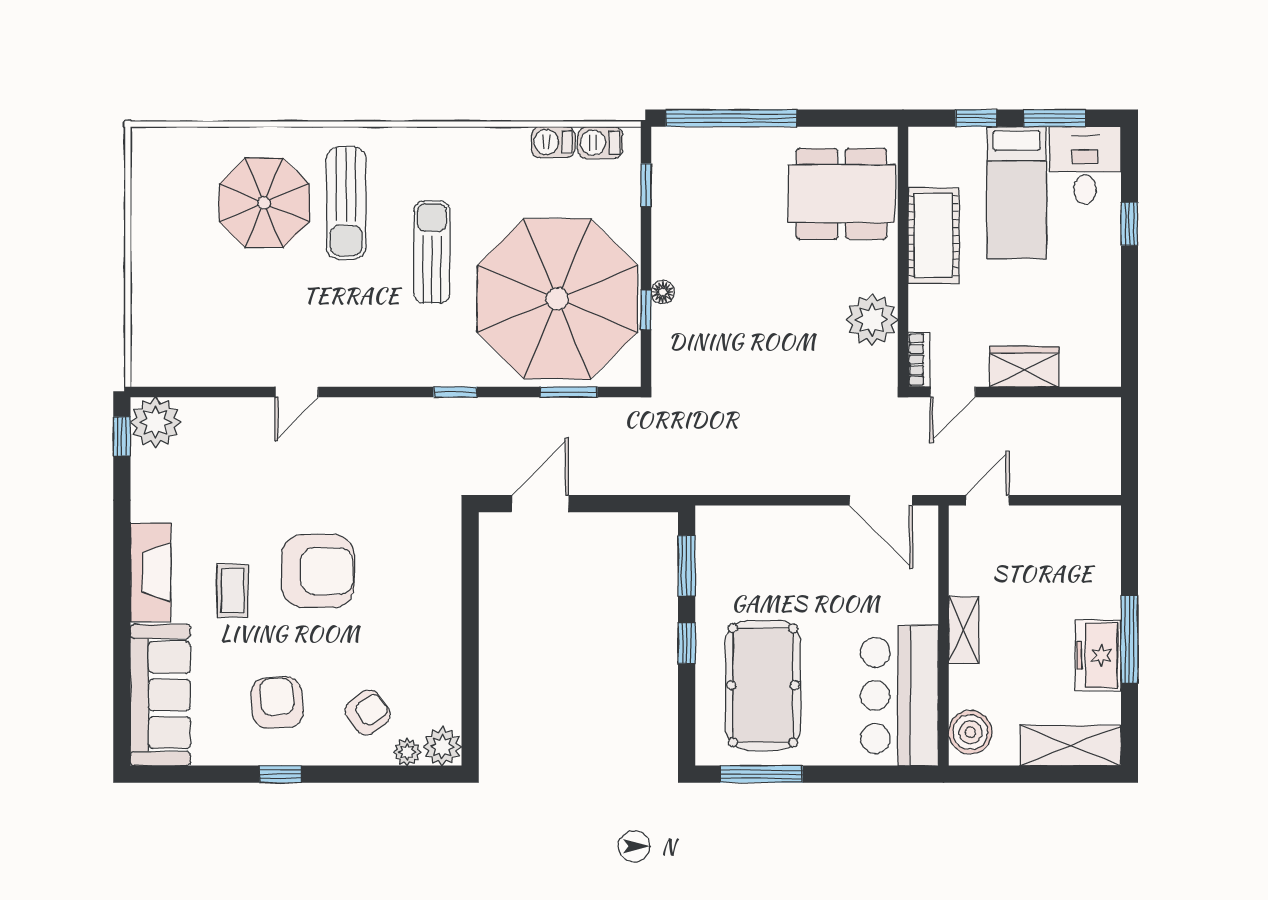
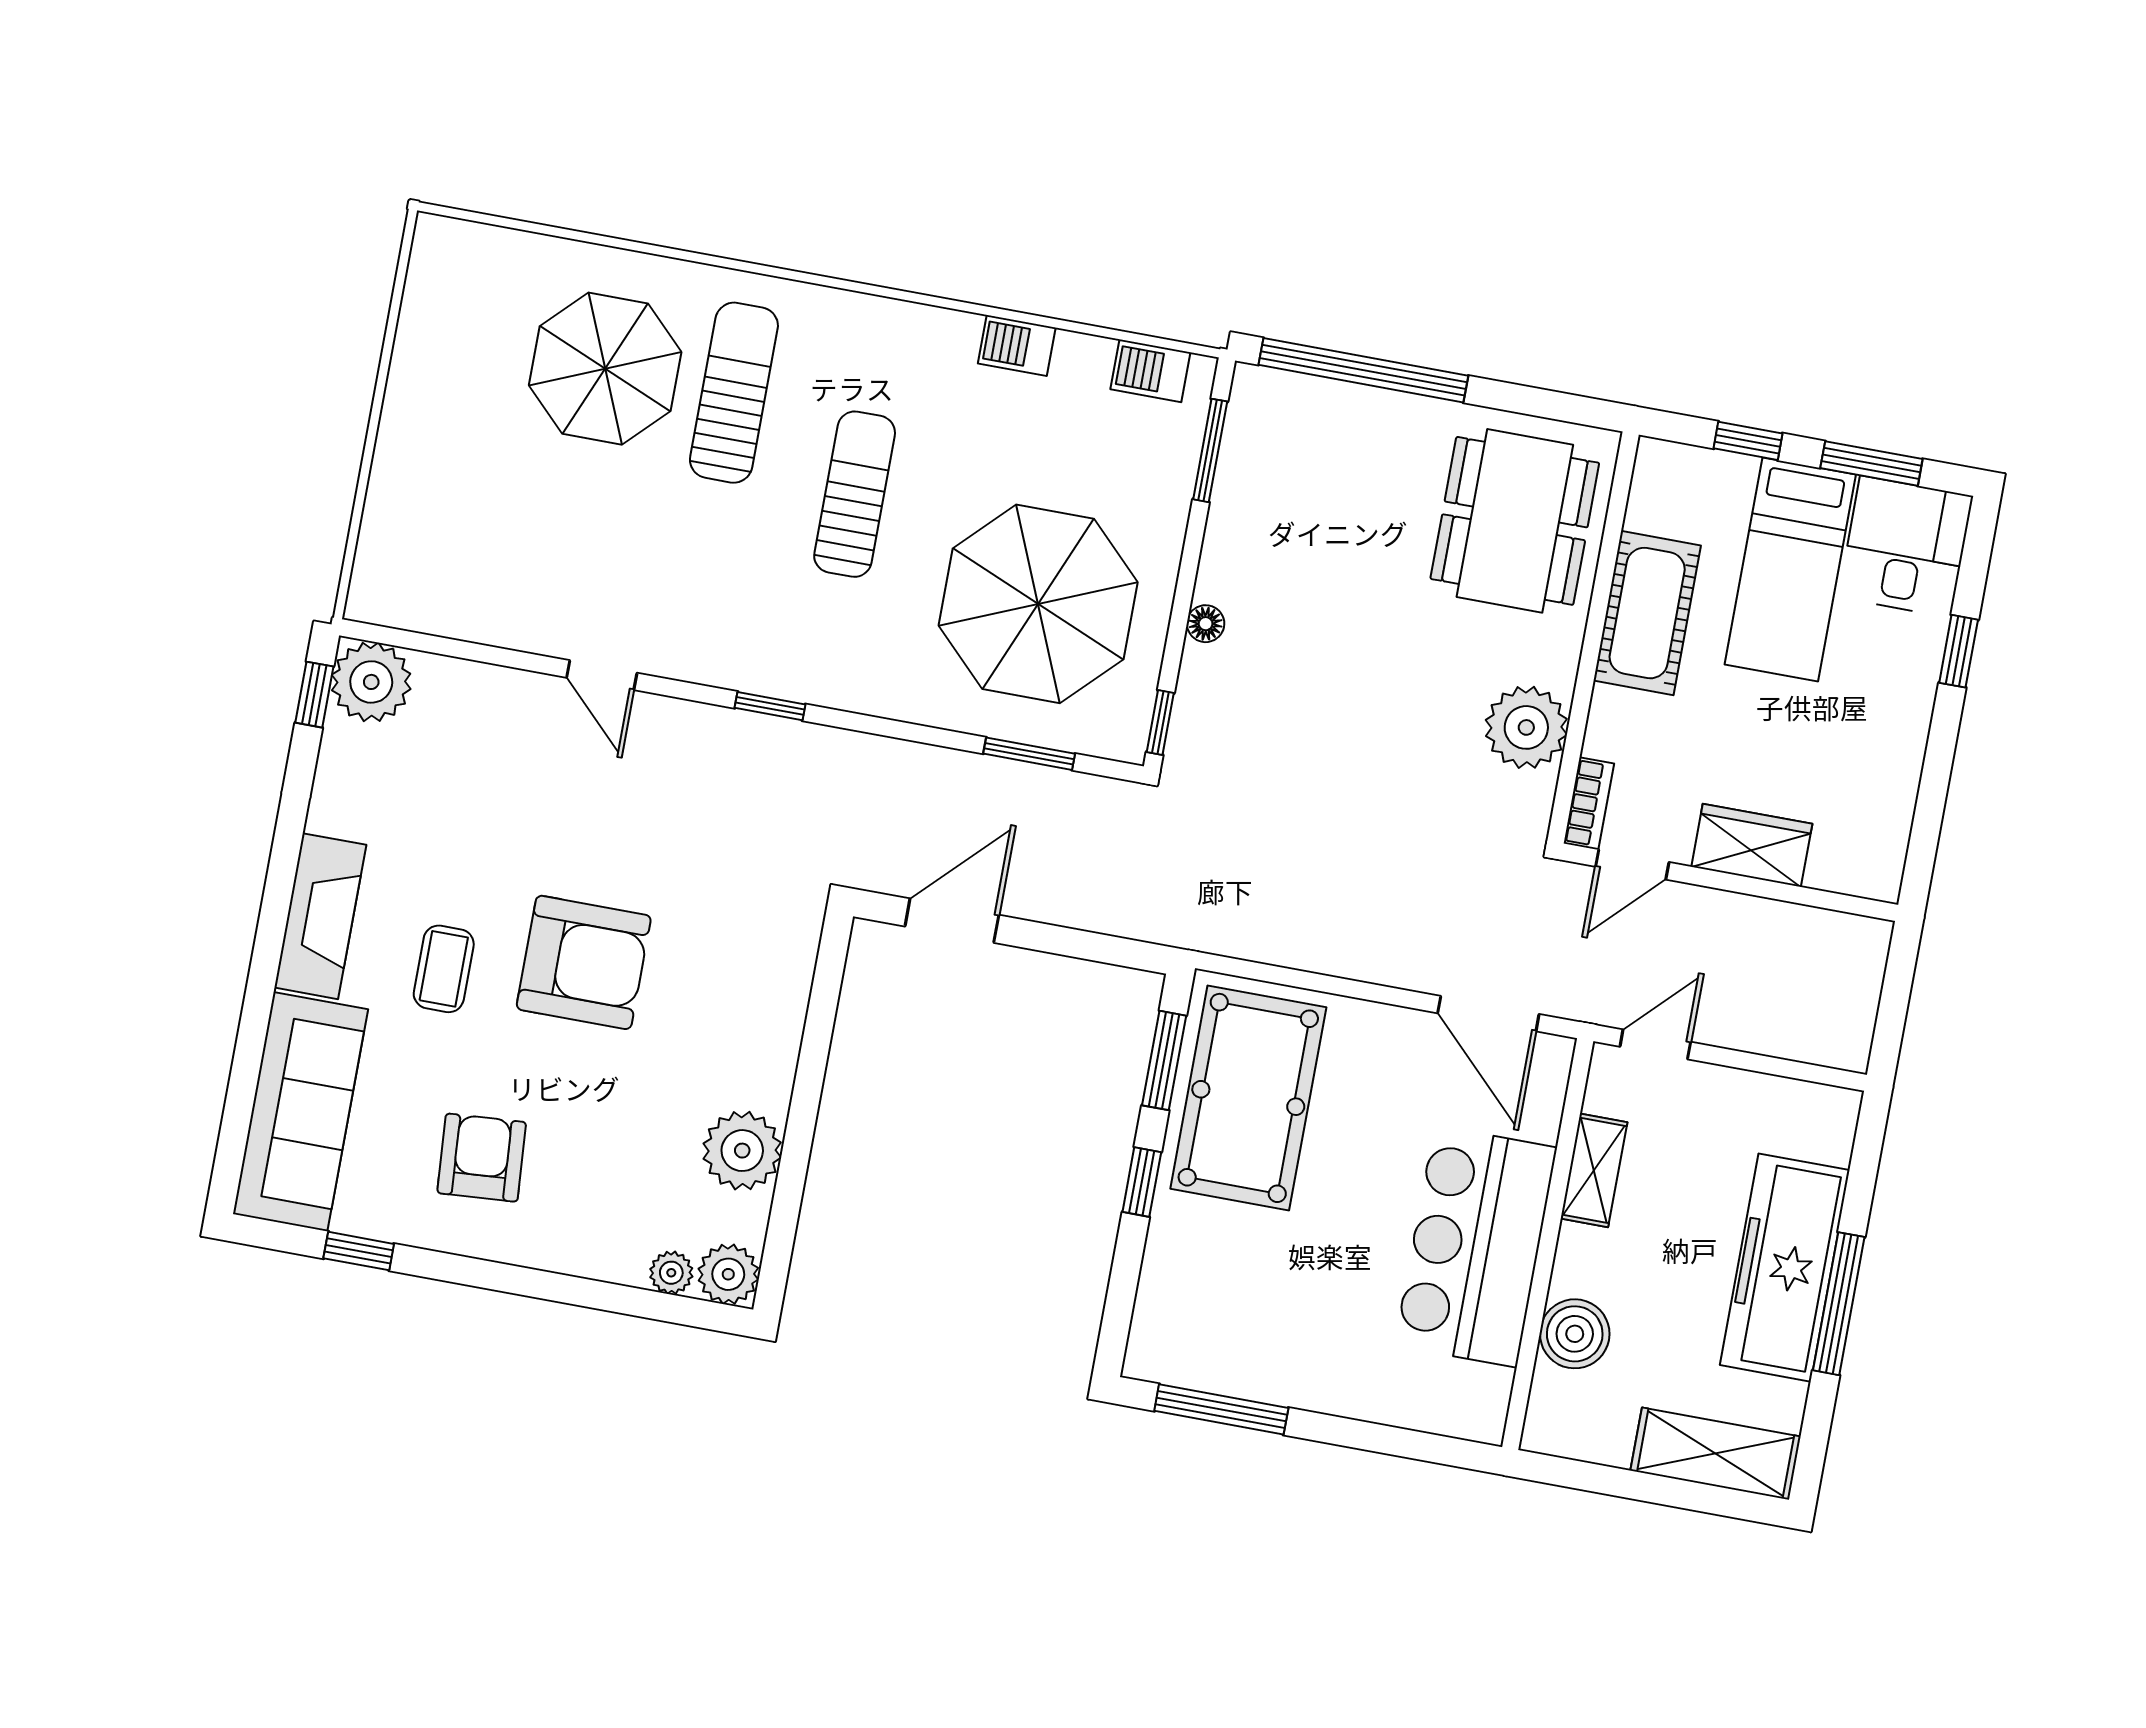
barbecue: (553, 142) -> (1017, 346), moved
window: (646, 185) -> (1210, 450), width x1.50
dining table: (842, 194) -> (1515, 521), turned 90
sun lounger: (346, 203) -> (734, 393), turned 180
parasol: (557, 299) -> (1038, 604), width x0.73, depth x0.73
window: (646, 310) -> (1160, 723), moved
door: (297, 392) -> (602, 675), hinge flipped
window: (455, 392) -> (770, 706), moved
shelving: (964, 630) -> (1594, 1170), moved
freezer: (1098, 655) -> (1785, 1268), width x1.91, depth x1.26
plant: (437, 669) -> (742, 1151), added
pool table: (763, 685) -> (1248, 1098), moved
bar counter: (899, 695) -> (1476, 1246), moved
armchair: (368, 712) -> (621, 1199), removed
boiler: (970, 732) -> (1575, 1334), moved
window: (281, 774) -> (359, 1251), moved

